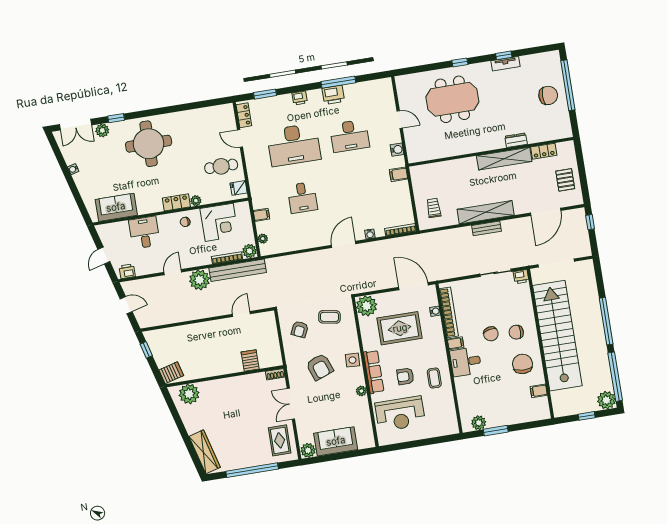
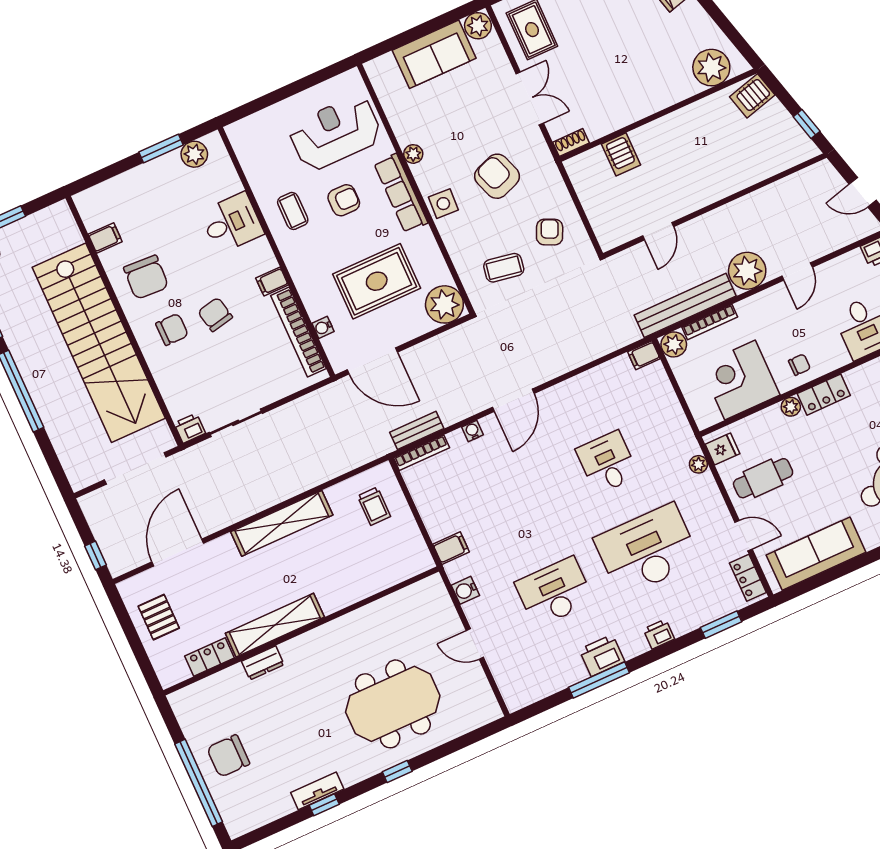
sofa: (204, 118) -> (816, 554), added
filing cabinet: (261, 215) -> (644, 355), moved
bench: (487, 228) -> (417, 430), moved
plant: (263, 239) -> (698, 464), moved
desk: (466, 362) -> (232, 223), moved

